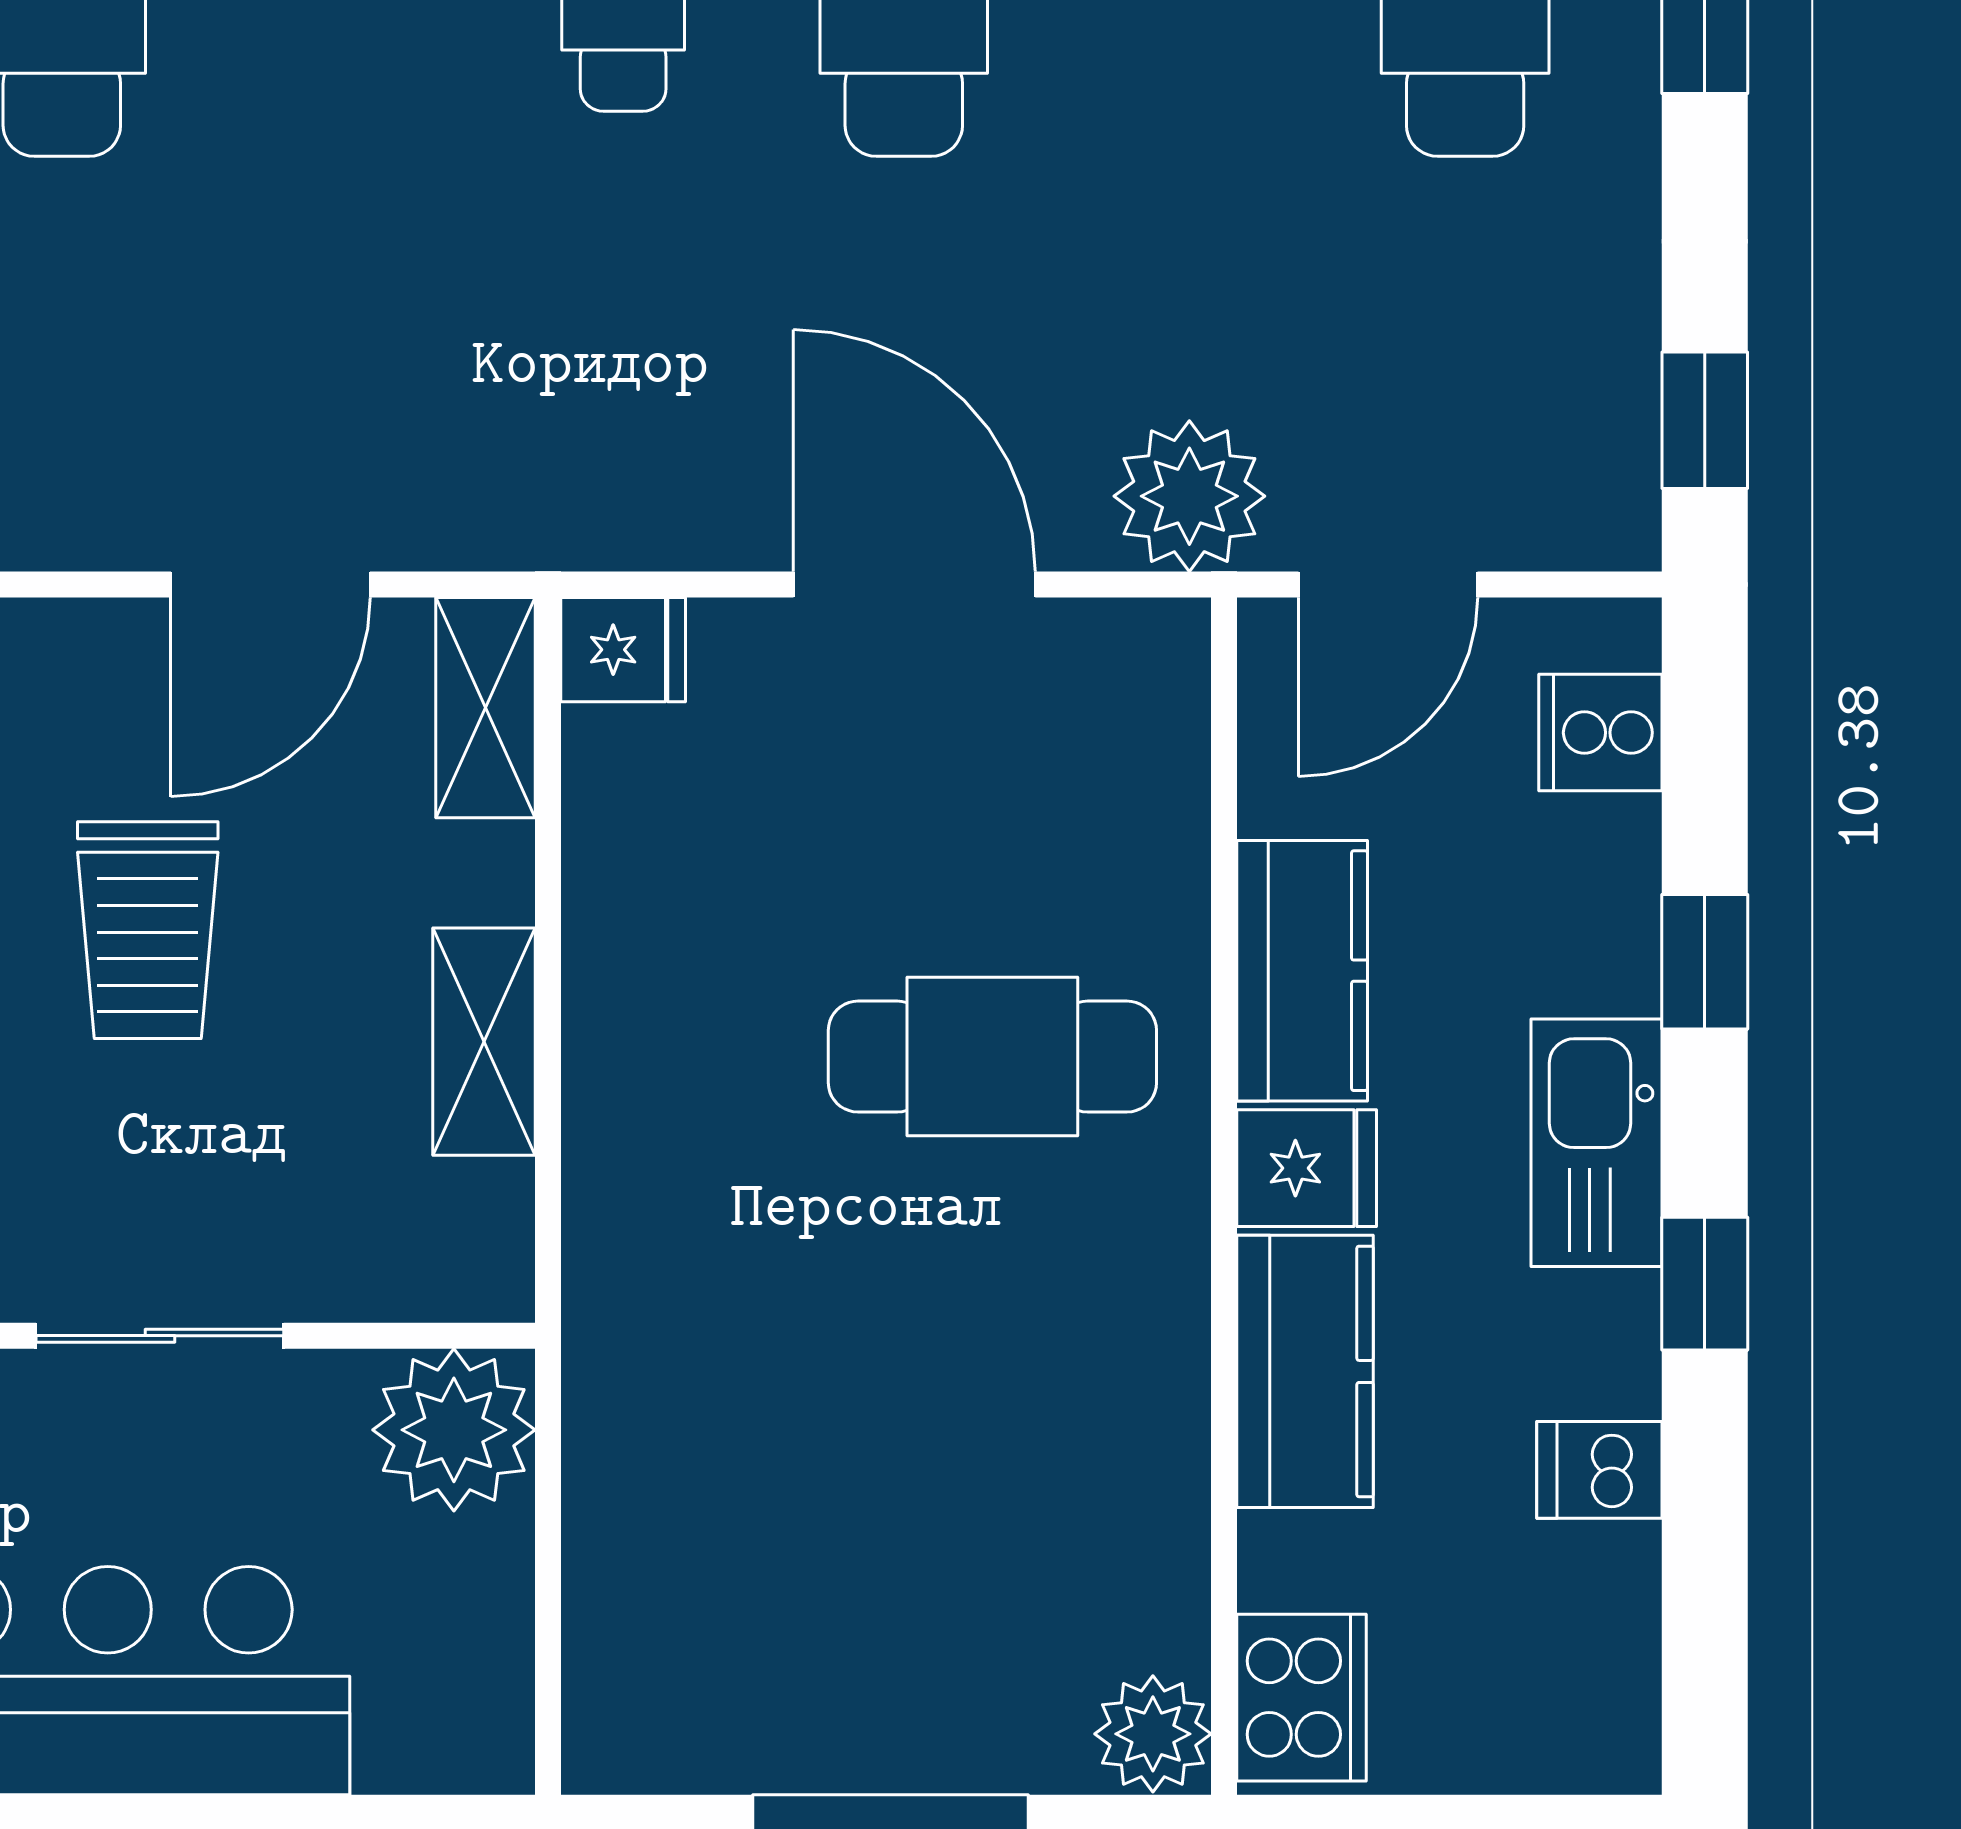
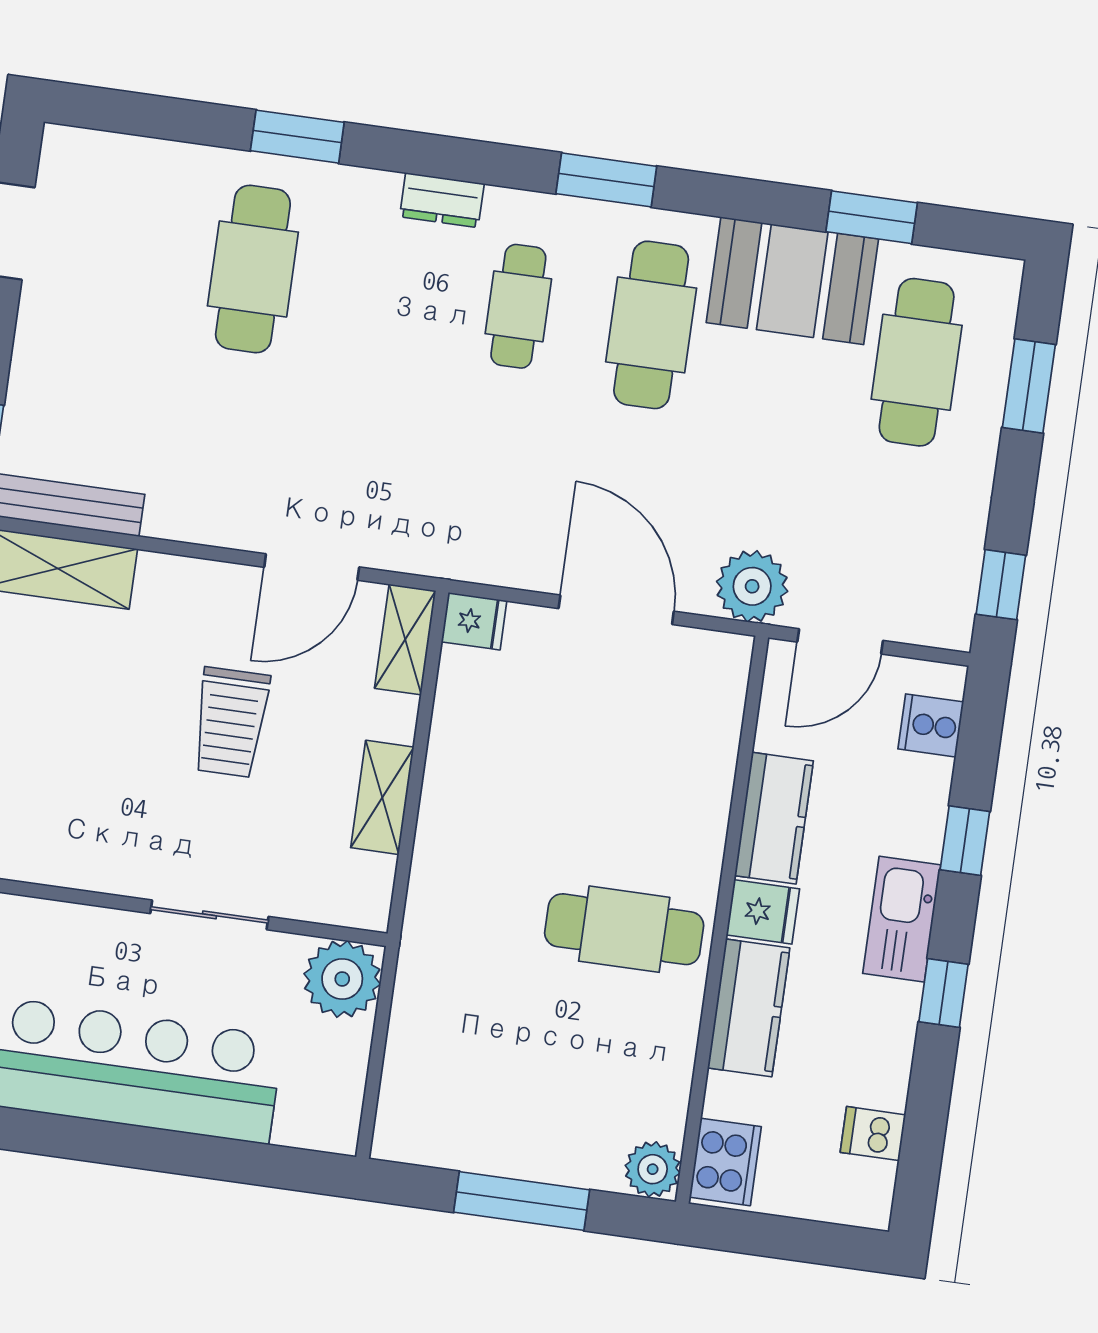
cafe table: (992, 1057) -> (624, 929), moved
dishwasher: (1599, 1470) -> (873, 1134), moved

